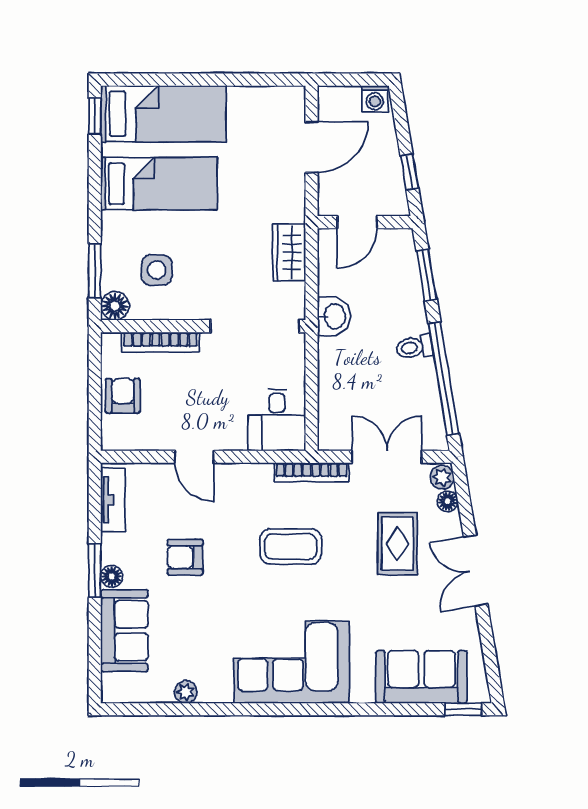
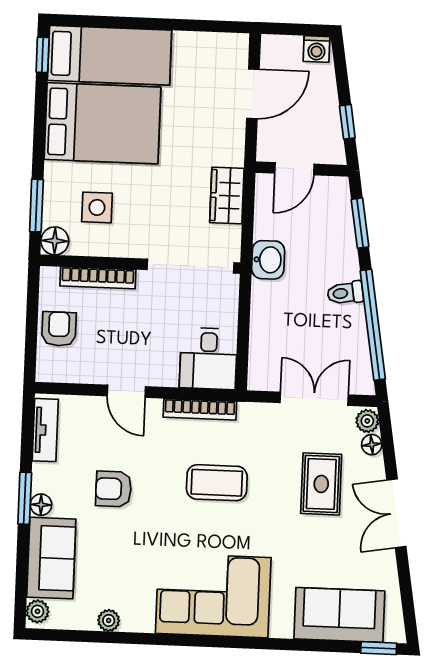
bed: (159, 184) -> (103, 123), width x1.50
bookcase: (312, 472) -> (200, 409), moved
plant: (112, 686) -> (38, 611), added

